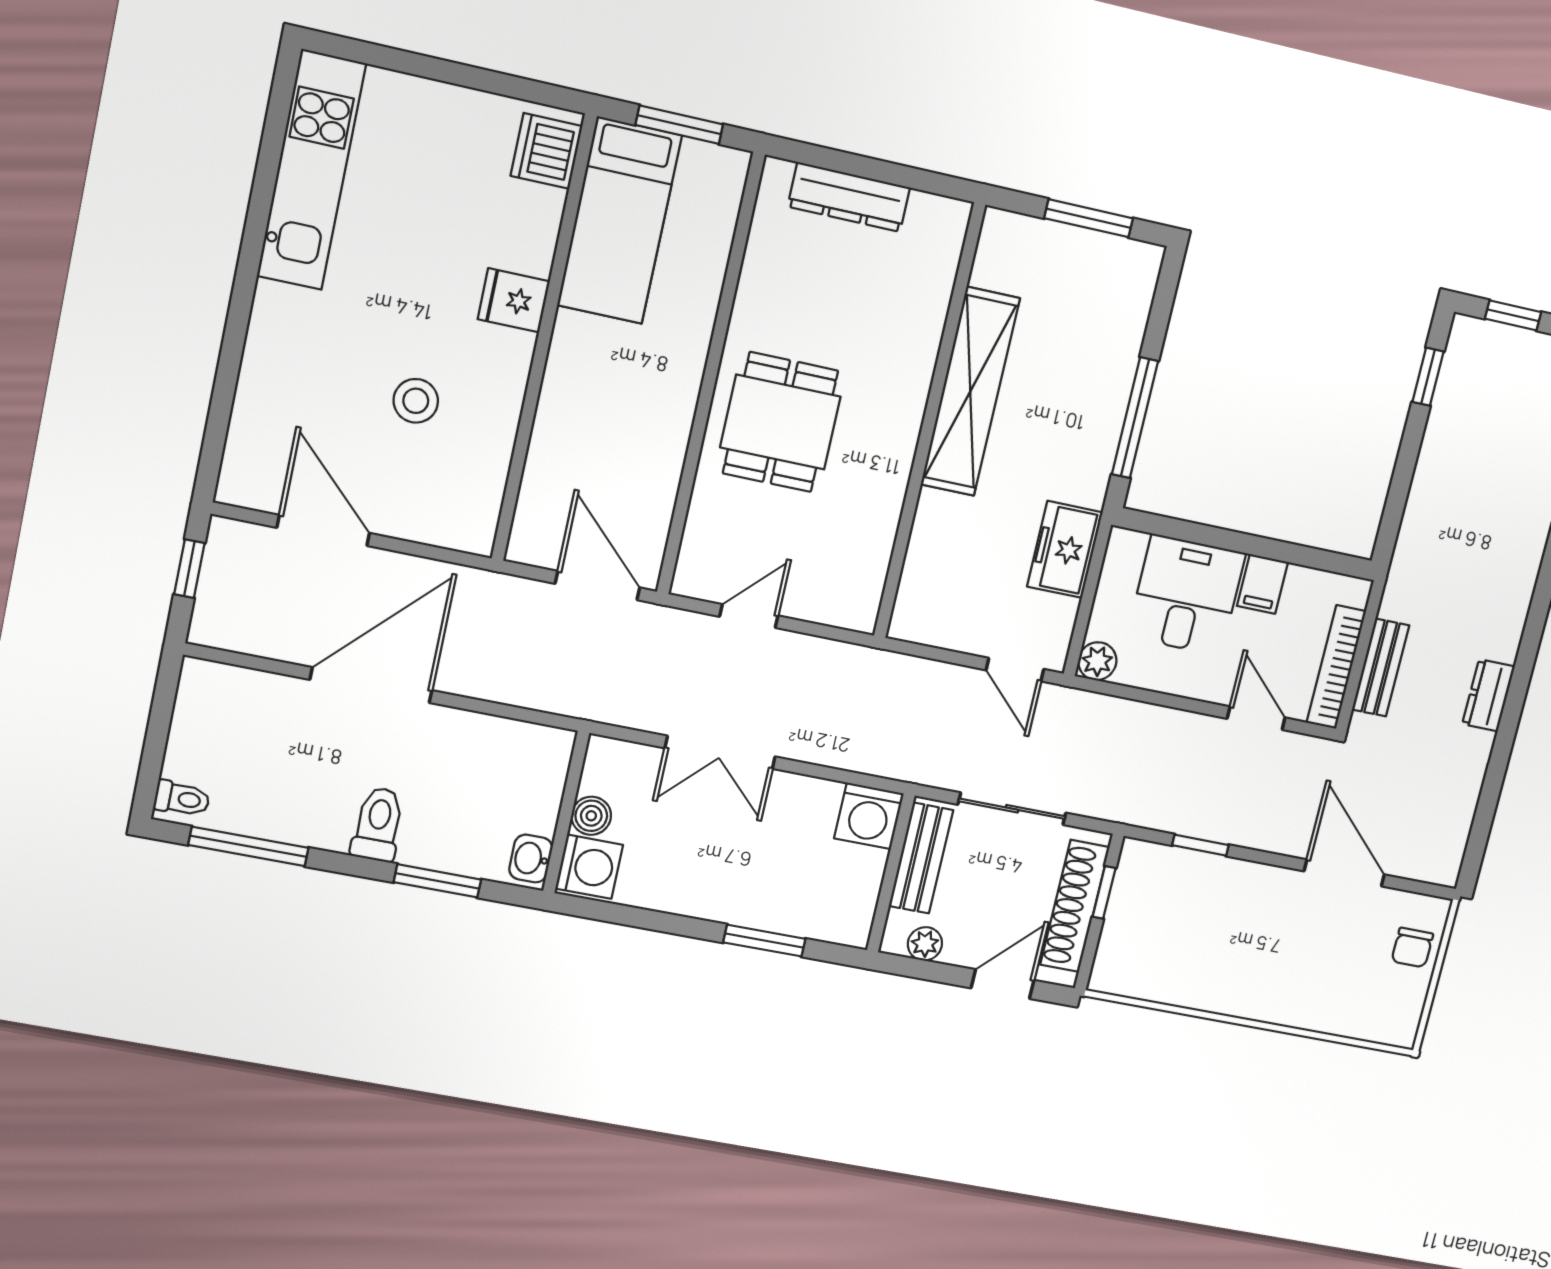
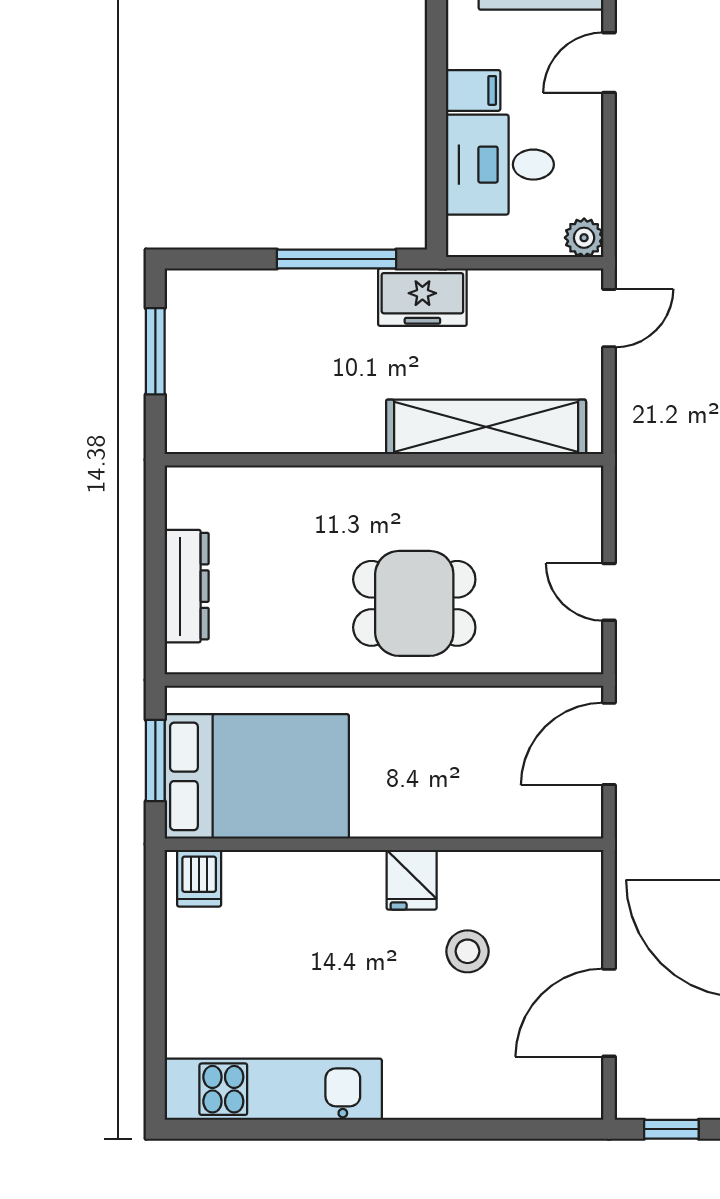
dishwasher: (546, 151) -> (199, 878), width x0.73
bed: (619, 221) -> (257, 776), width x1.50
fridge: (514, 300) -> (412, 880), moved
shelving: (970, 392) -> (486, 427), moved
freezer: (1065, 550) -> (422, 297), moved

